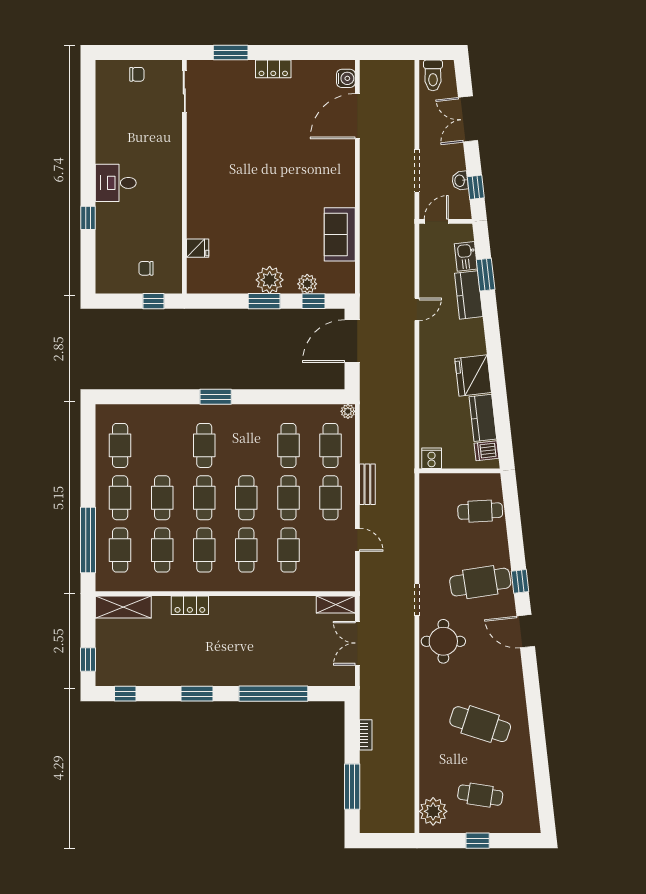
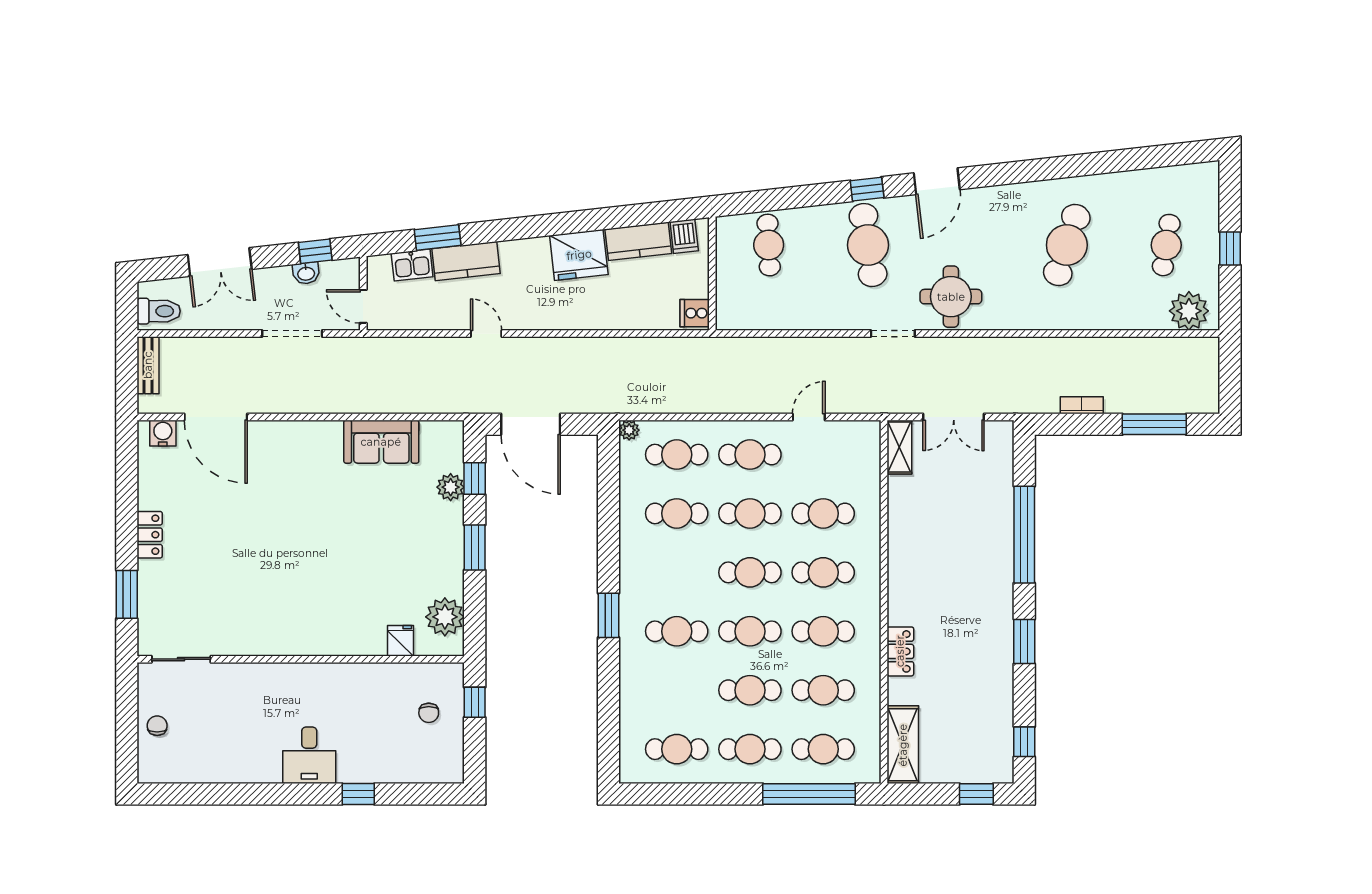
plant: (270, 280) -> (445, 617), moved
bench: (367, 484) -> (148, 365), moved, turned 90

